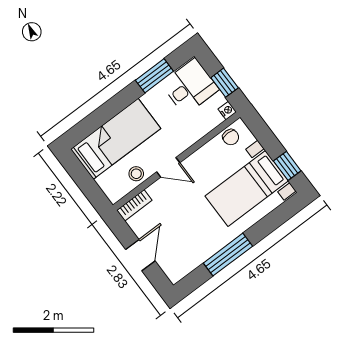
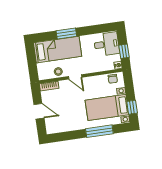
window: (154, 76) -> (66, 33), moved
door: (140, 255) -> (39, 111), hinge flipped
window: (228, 255) -> (99, 131), moved

